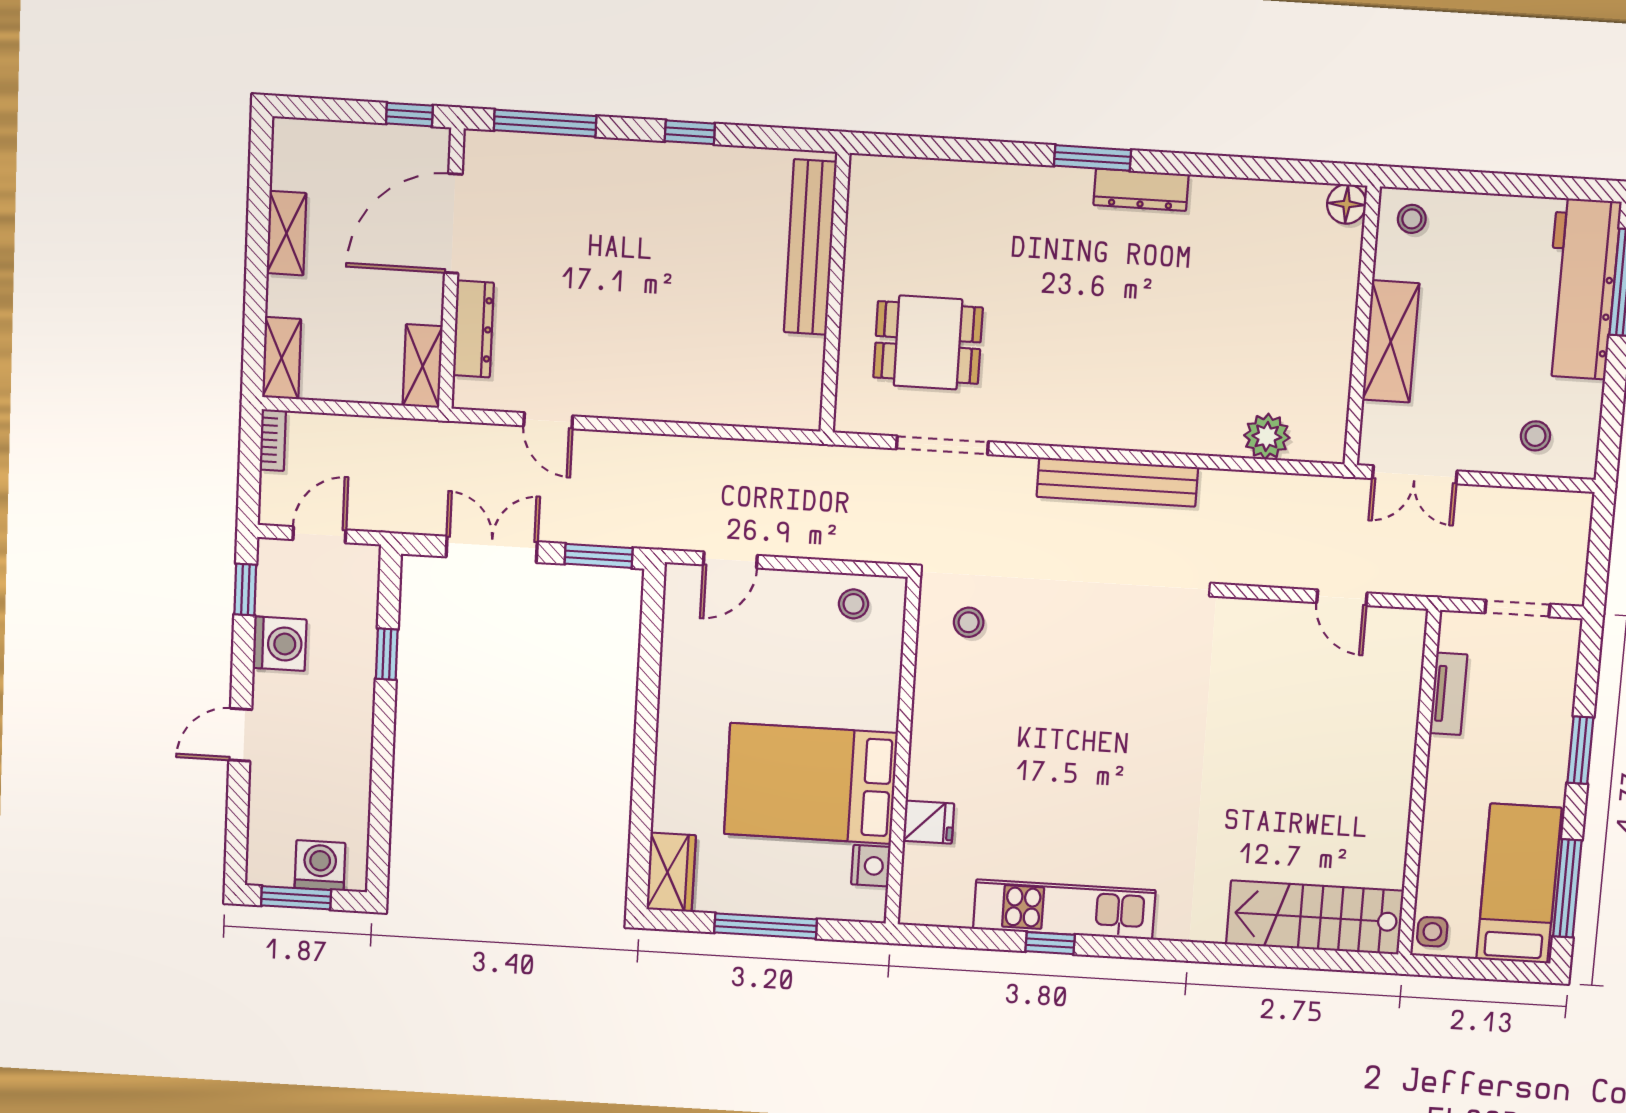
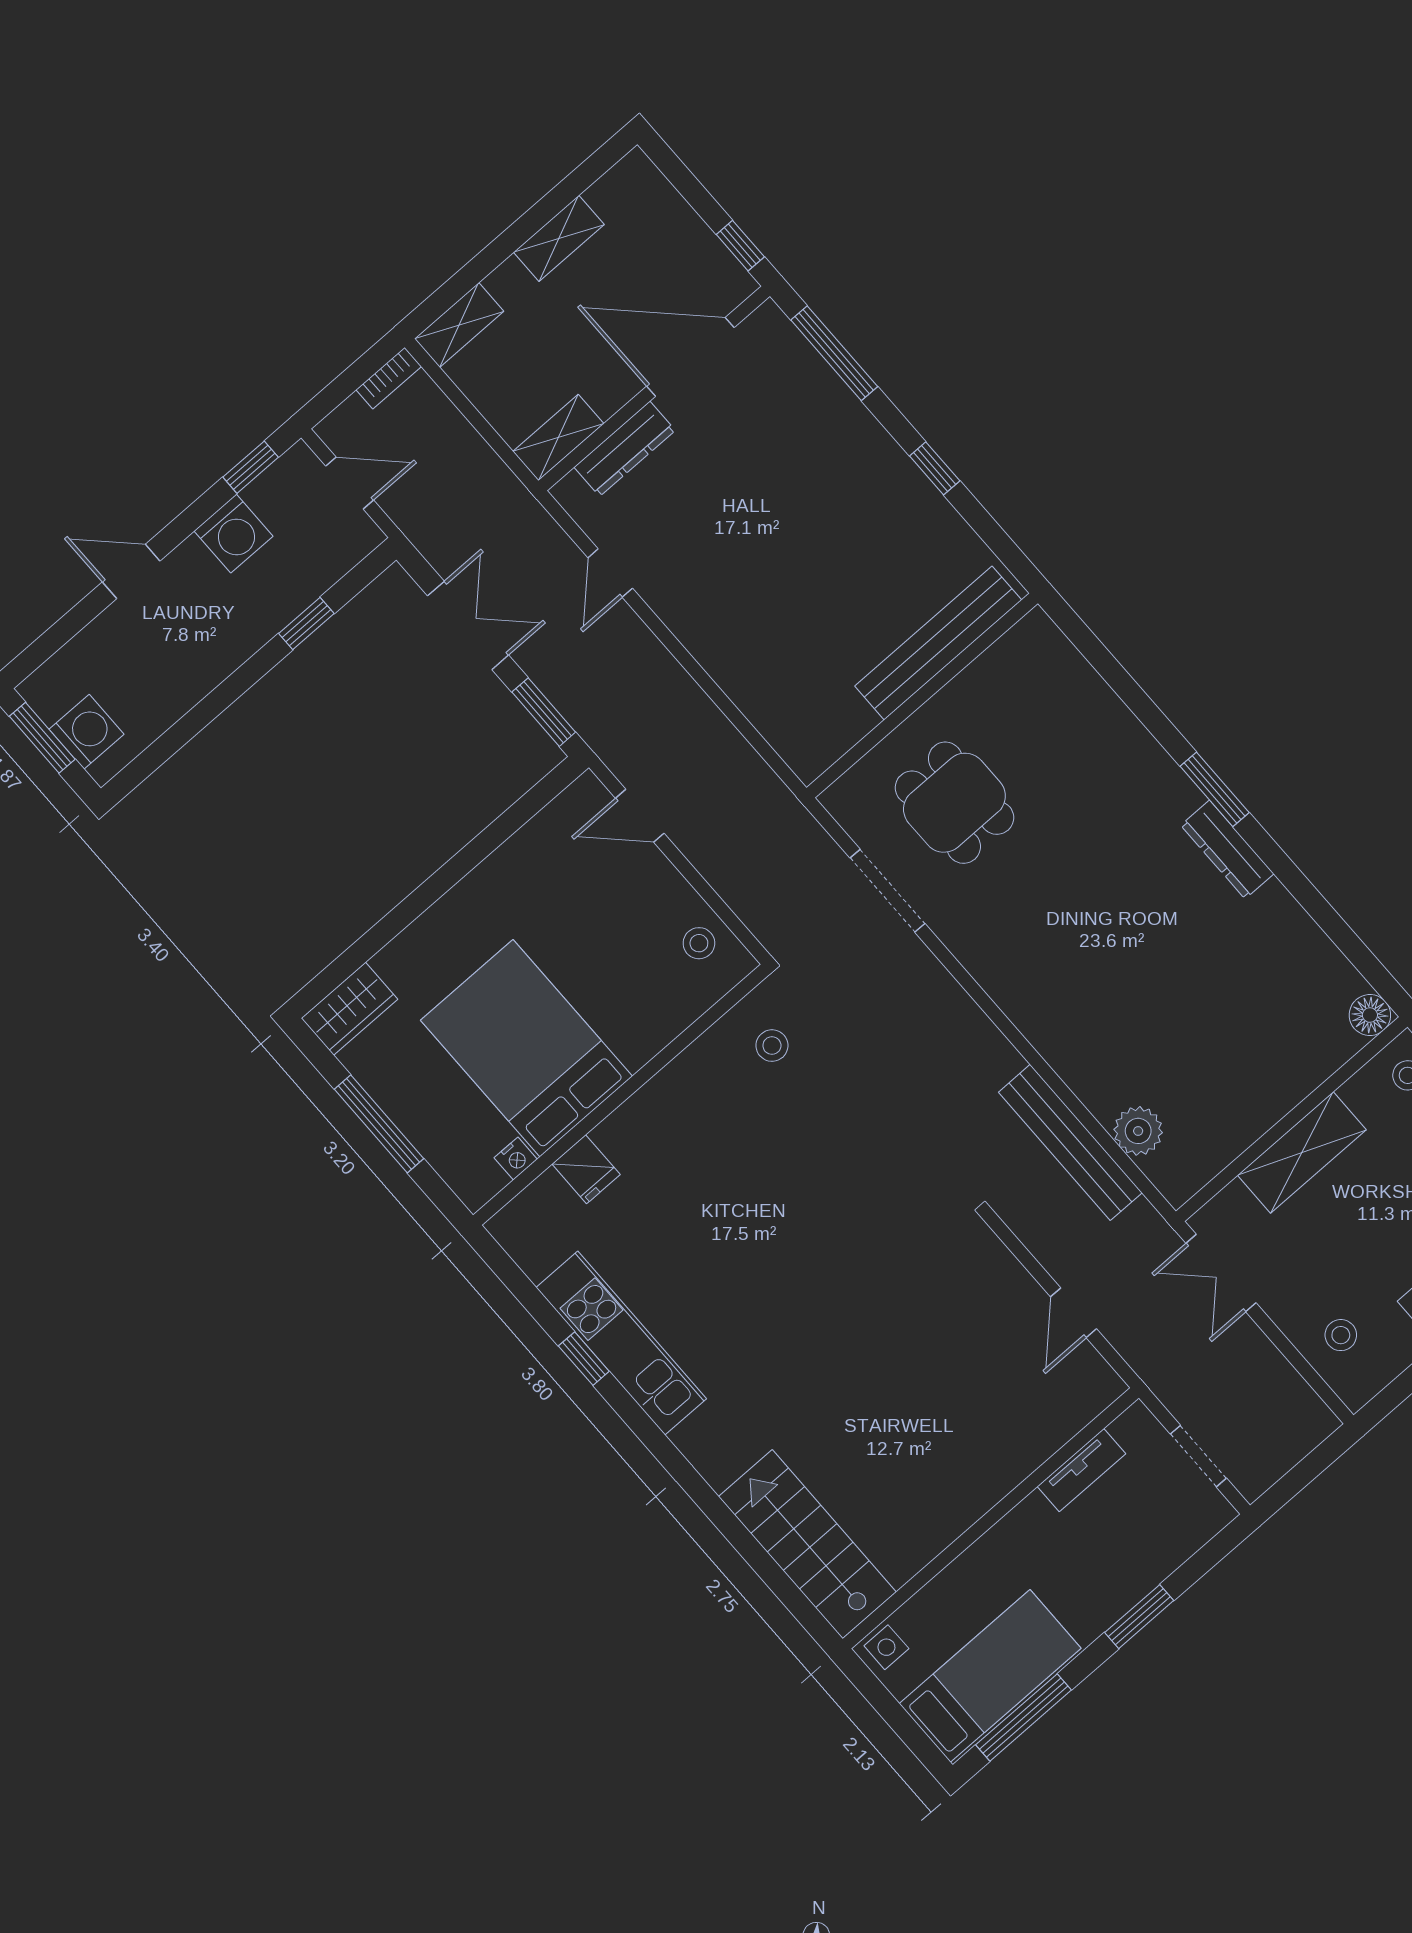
bench: (1117, 482) -> (1070, 1142), moved
nightstand: (871, 866) -> (516, 1158), width x0.72, depth x0.74

